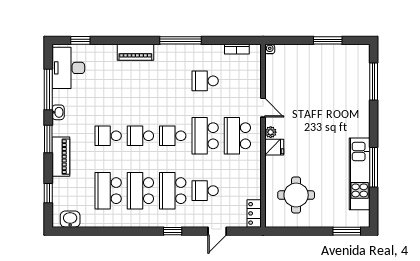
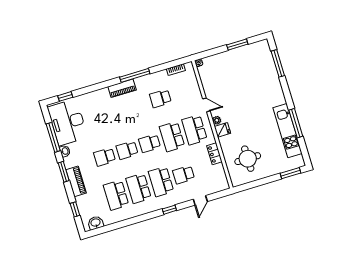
piano: (135, 52) -> (122, 88), moved
desk: (68, 68) -> (68, 122), width x1.36, depth x1.30
locker: (254, 213) -> (214, 154), moved

